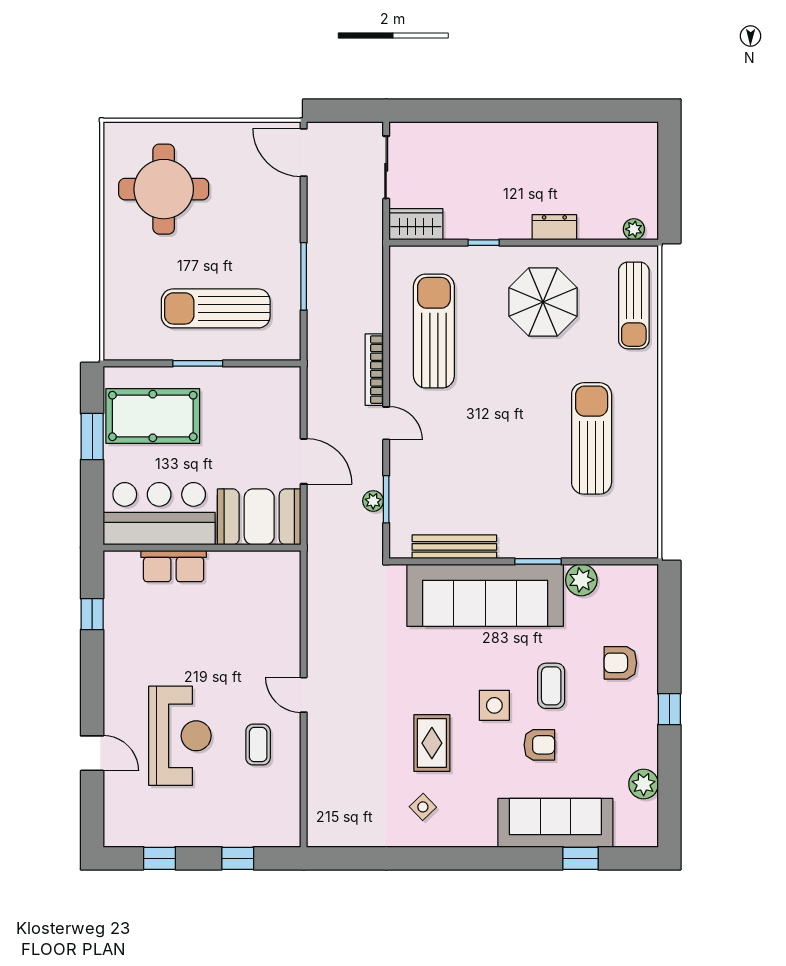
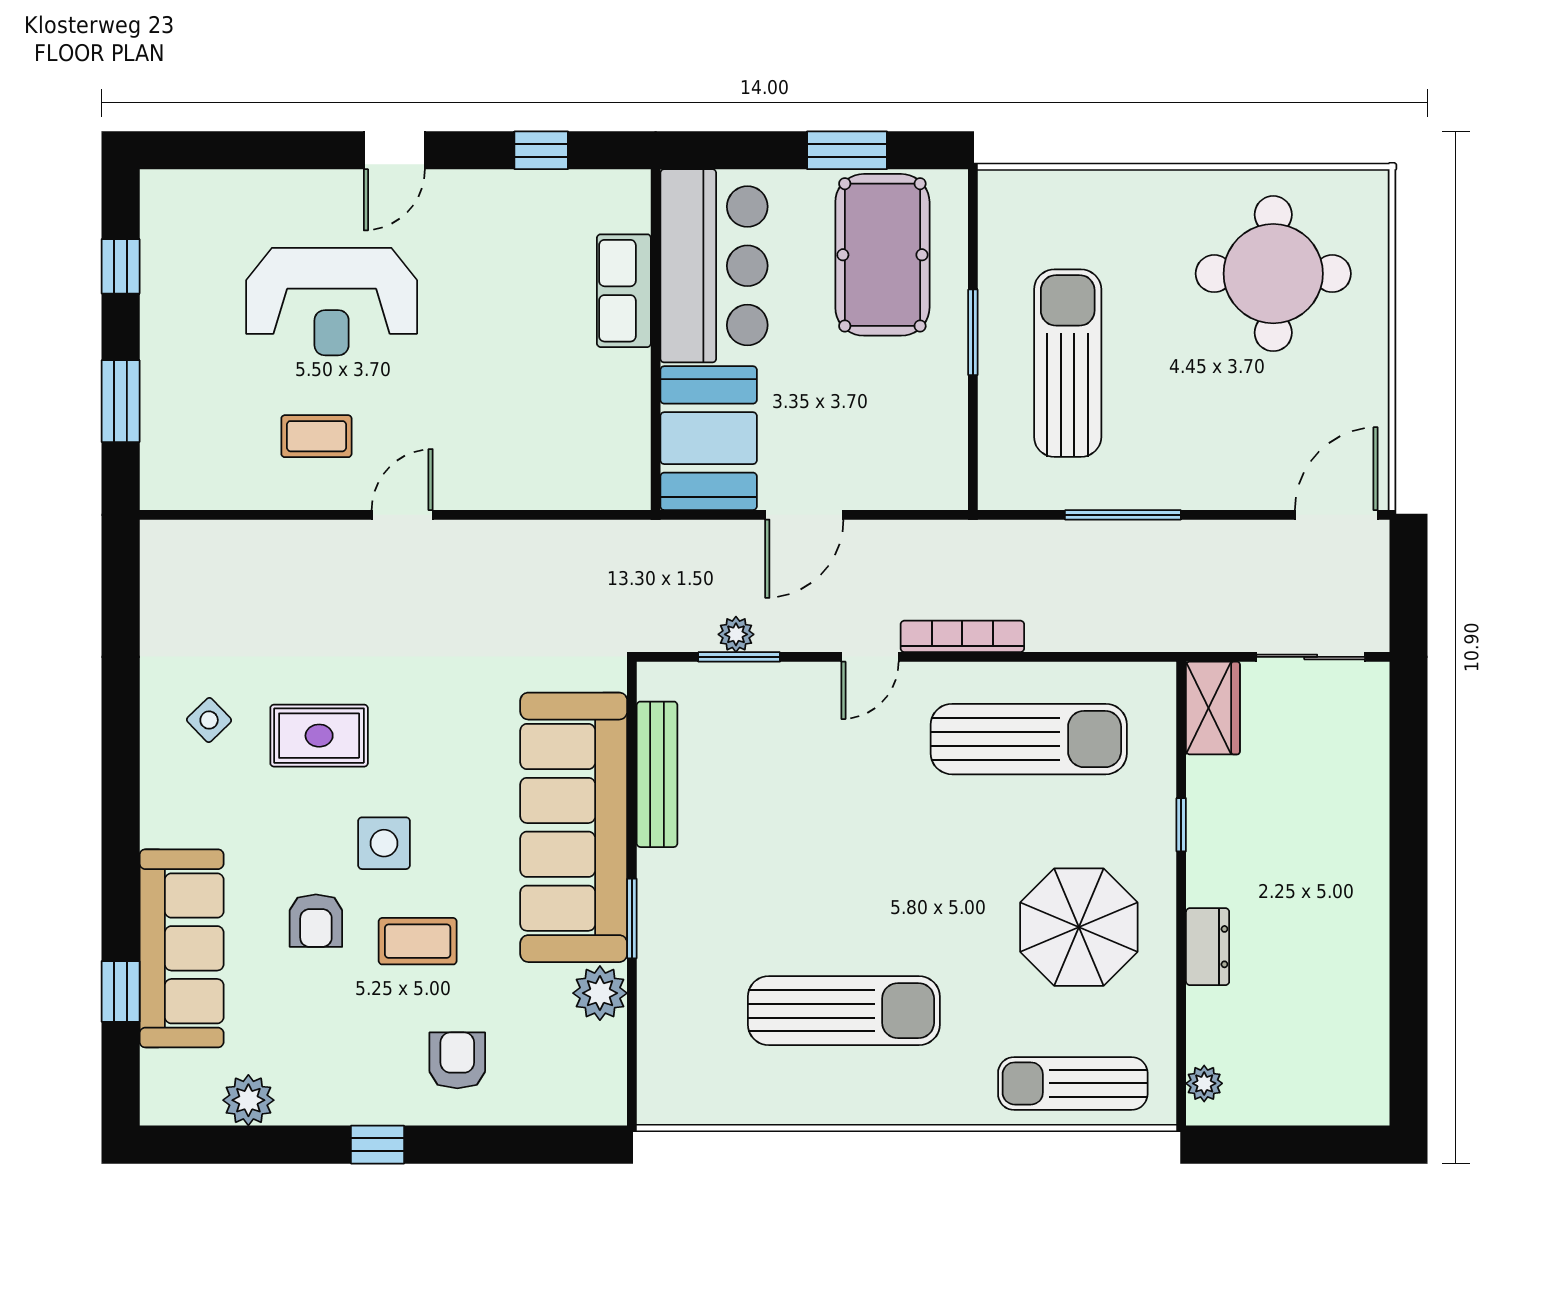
door: (92, 753) -> (394, 150), moved
window: (238, 858) -> (121, 401), width x1.50

